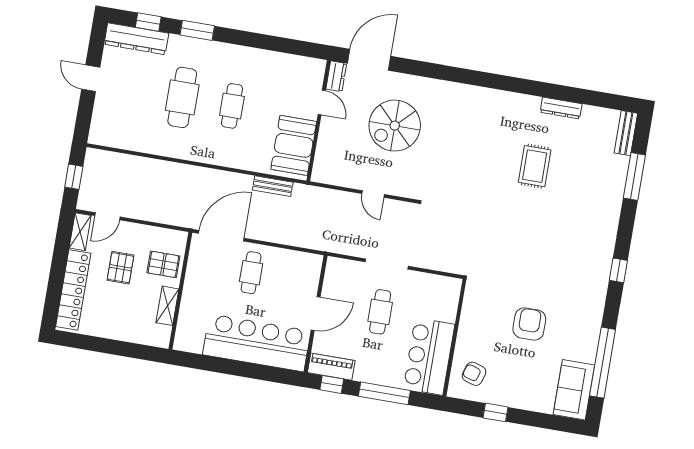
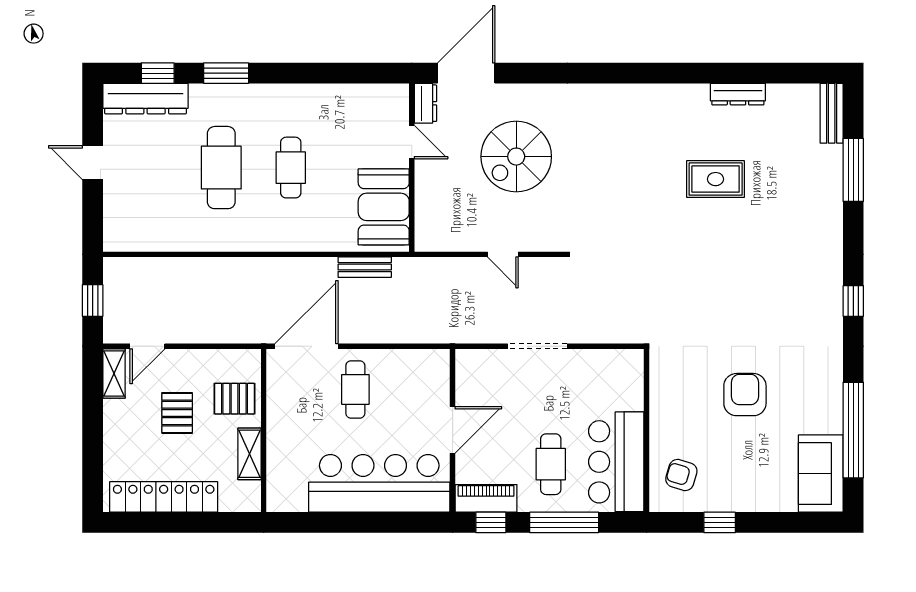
rug: (535, 166) -> (716, 179), turned 90
locker: (73, 290) -> (164, 497), moved, turned -90
cafe table: (380, 312) -> (551, 464), moved

